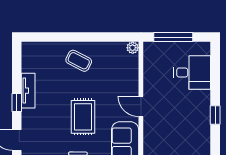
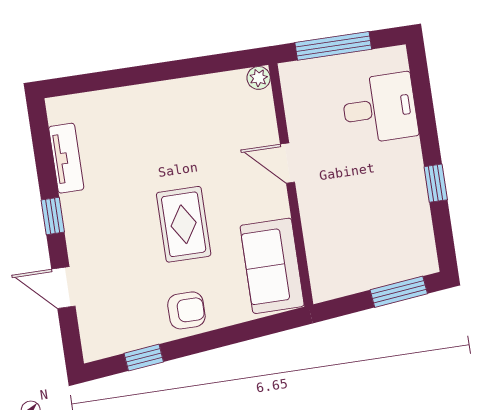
coffee table: (79, 61) -> (159, 118), removed
tv unit: (28, 91) -> (66, 158), moved
door: (141, 106) -> (288, 163), moved

